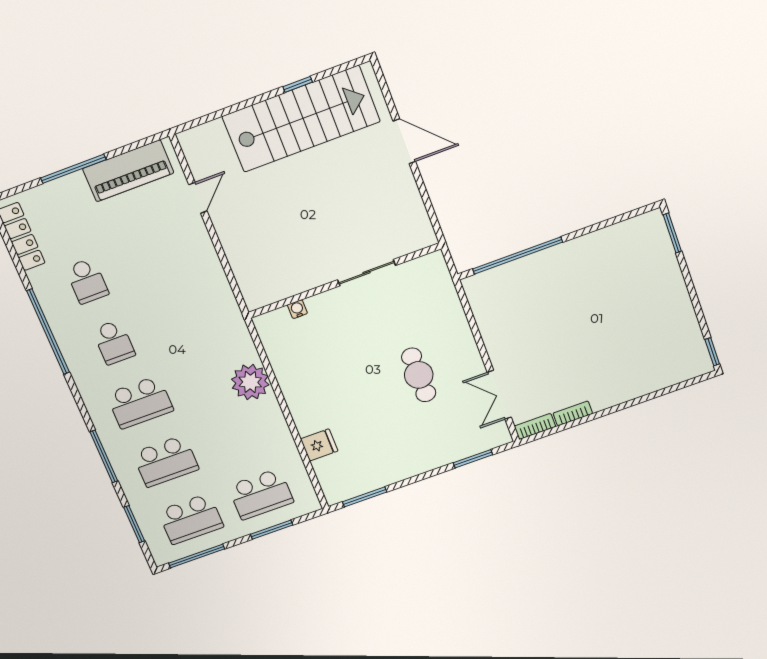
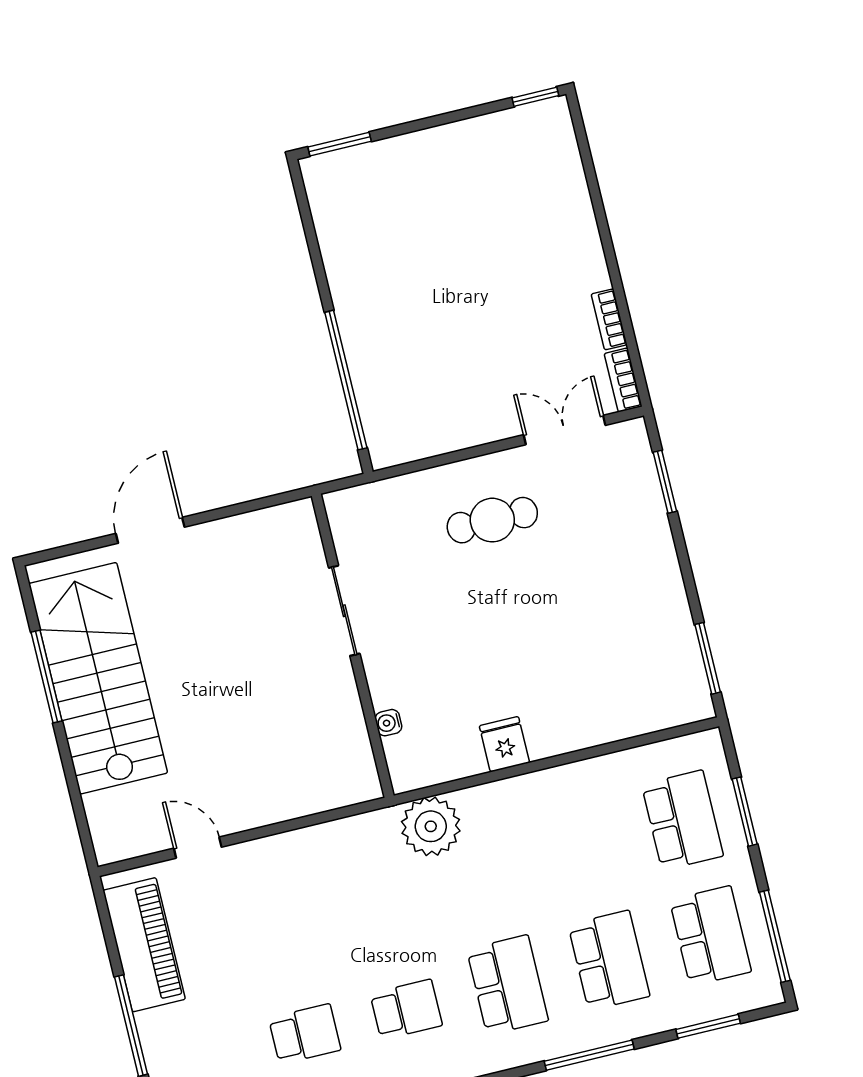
window: (298, 84) -> (47, 677), width x2.17
cafe table: (419, 375) -> (492, 520), moved
plant: (250, 382) -> (431, 826), moved
double door: (499, 395) -> (565, 430), swing flipped
fridge: (319, 445) -> (504, 744), moved

